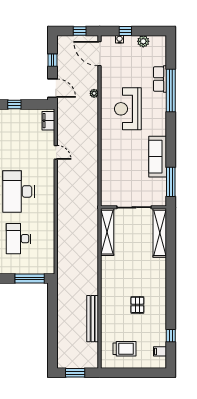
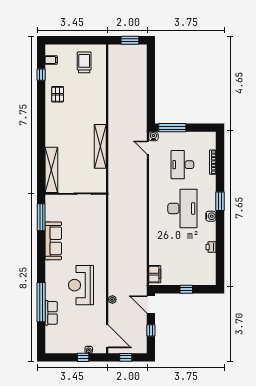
plant: (143, 41) -> (67, 348), removed
reception desk: (128, 109) -> (81, 285), turned 180
door: (56, 152) -> (148, 148), moved
shelving: (107, 232) -> (100, 146), moved
desk: (19, 239) -> (182, 165), turned 180
water cooler: (50, 269) -> (153, 136), added
pallet: (137, 305) -> (58, 94), moved
bench: (93, 319) -> (114, 90), removed
trolley: (124, 349) -> (84, 62), turned 90

